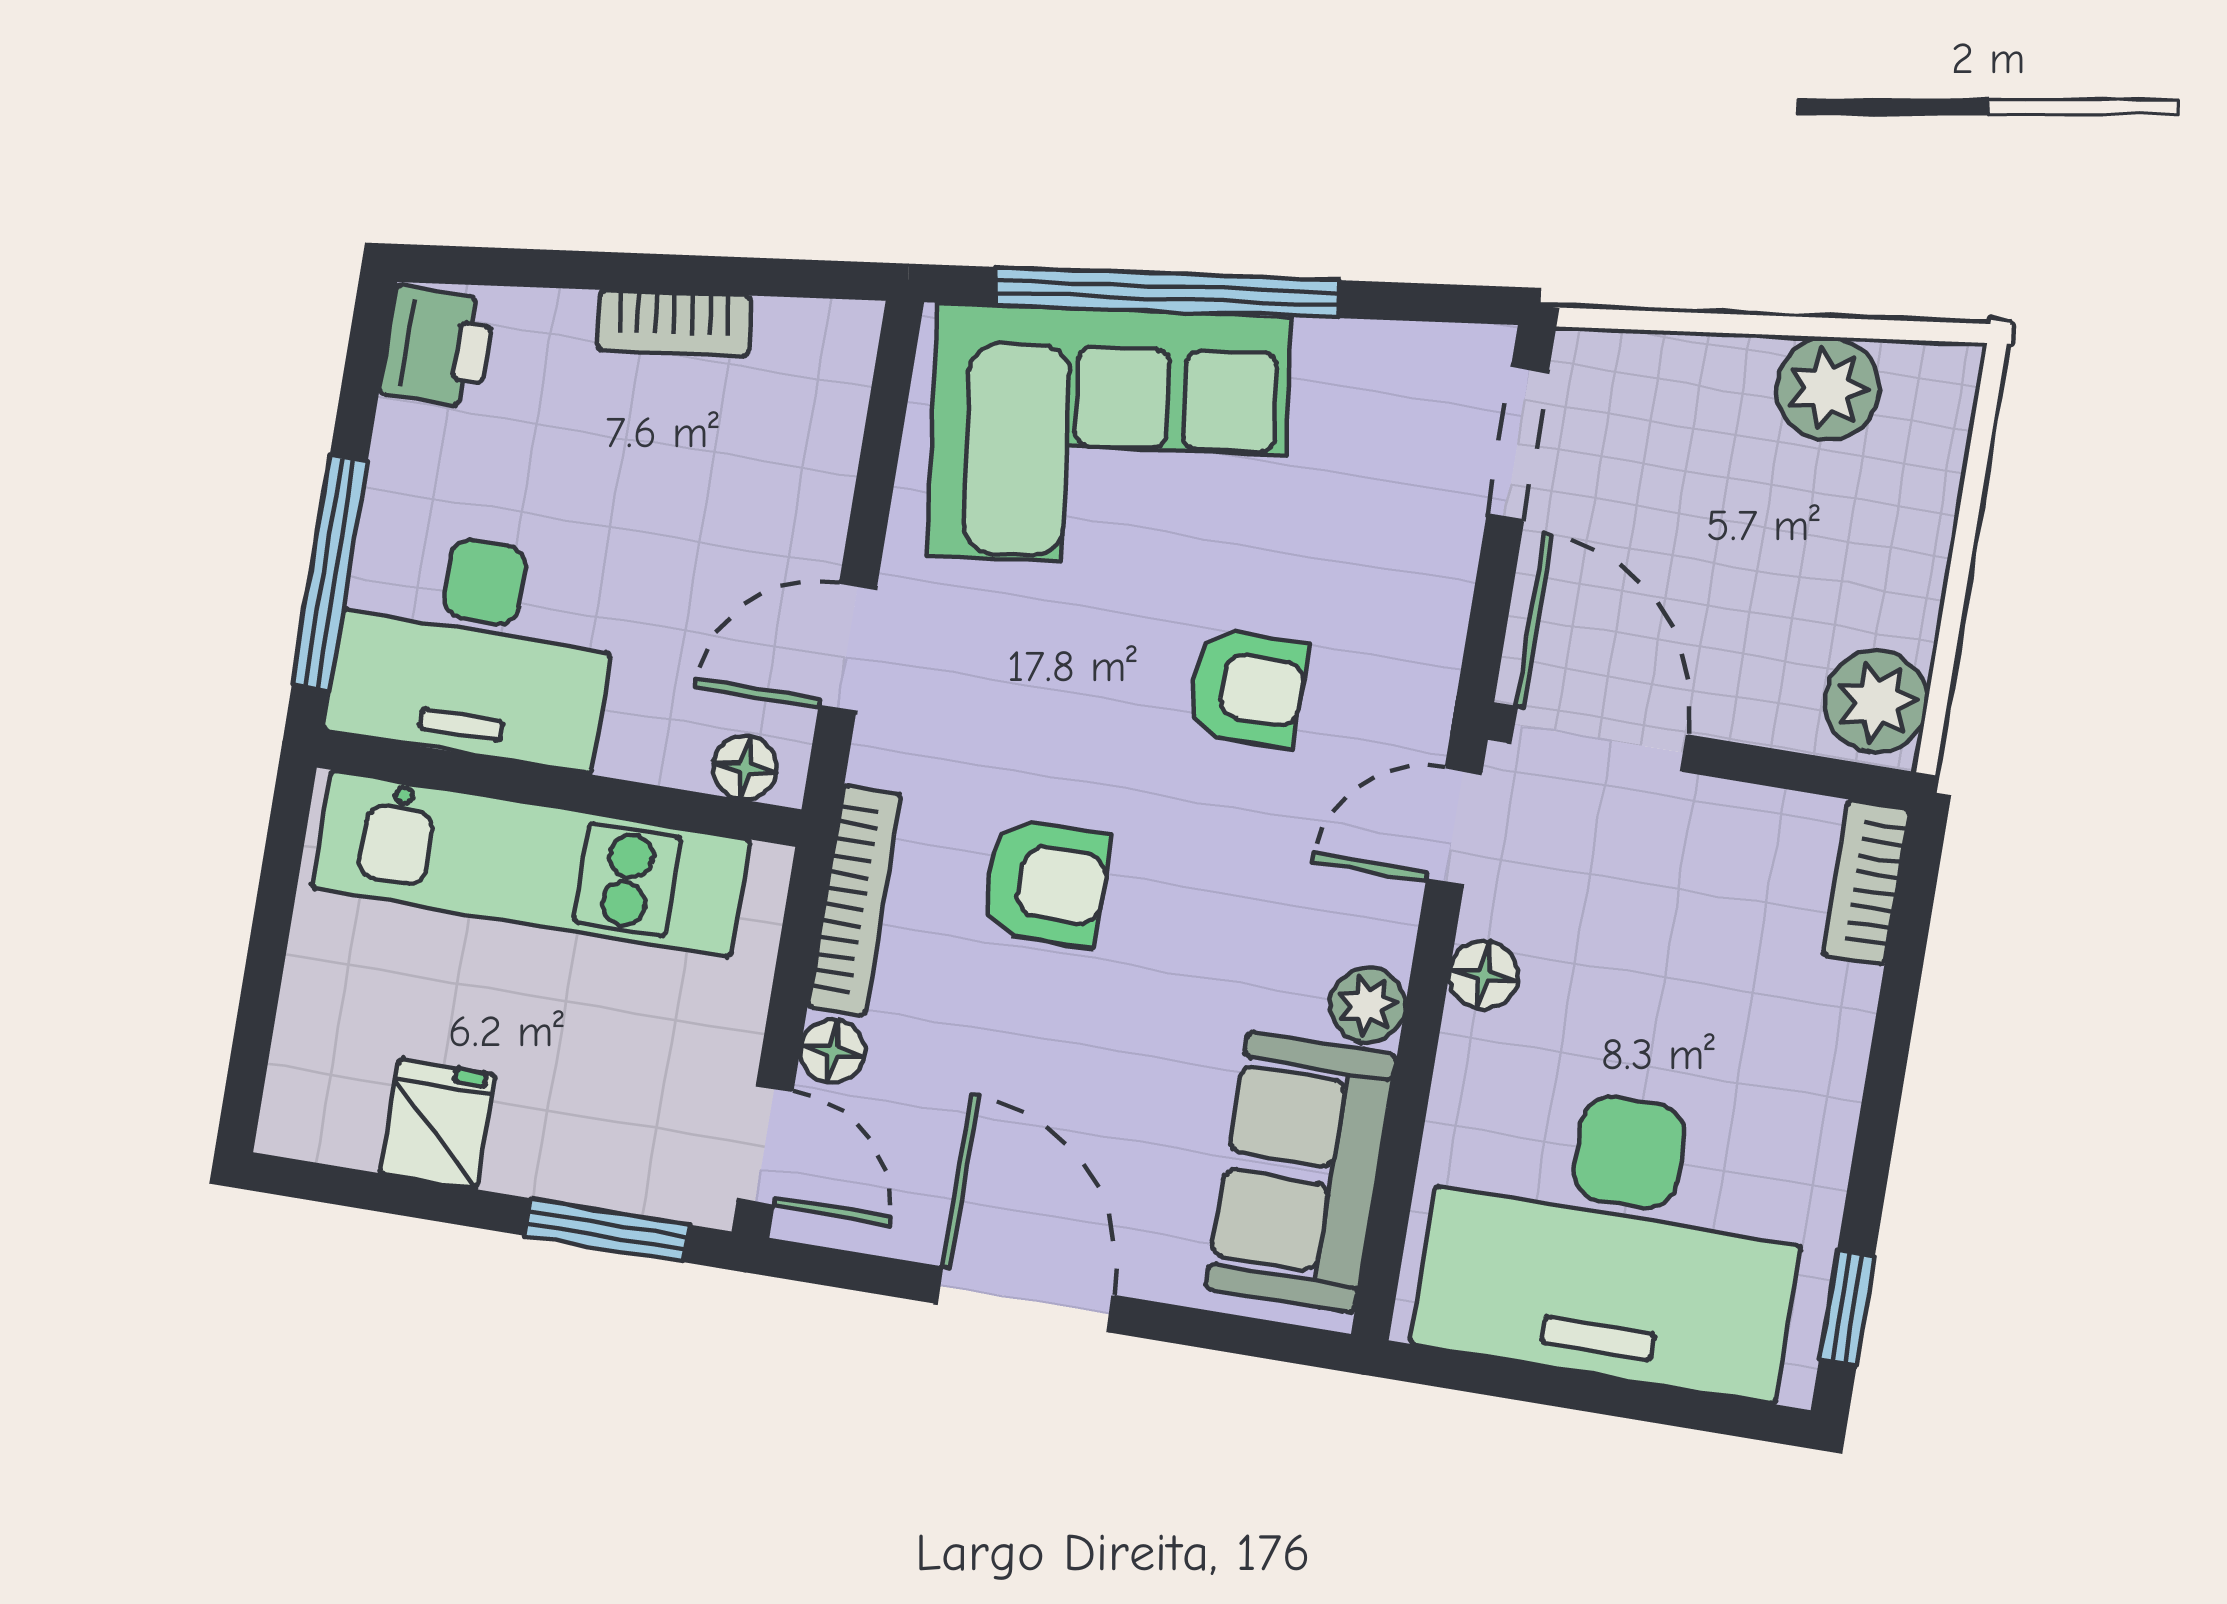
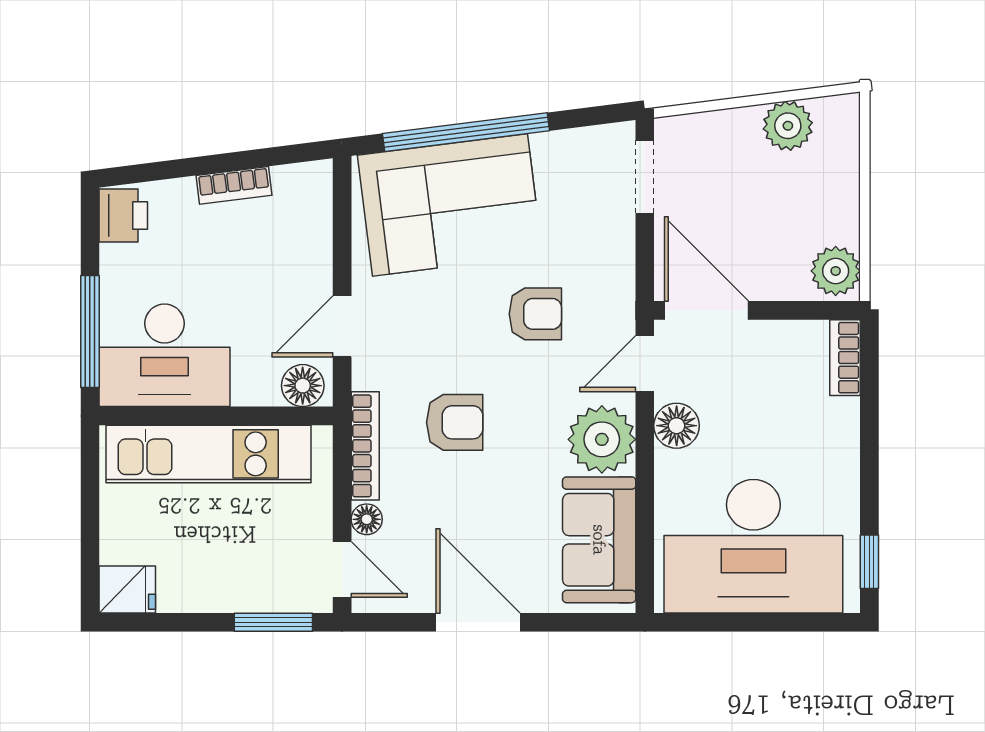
floor lamp: (745, 768) -> (303, 386), width x1.37, depth x1.37
floor lamp: (1484, 975) -> (677, 426), width x1.37, depth x1.37
plant: (1368, 1005) -> (602, 439), width x1.87, depth x1.87
fridge: (437, 1124) -> (127, 589), moved, turned 90

